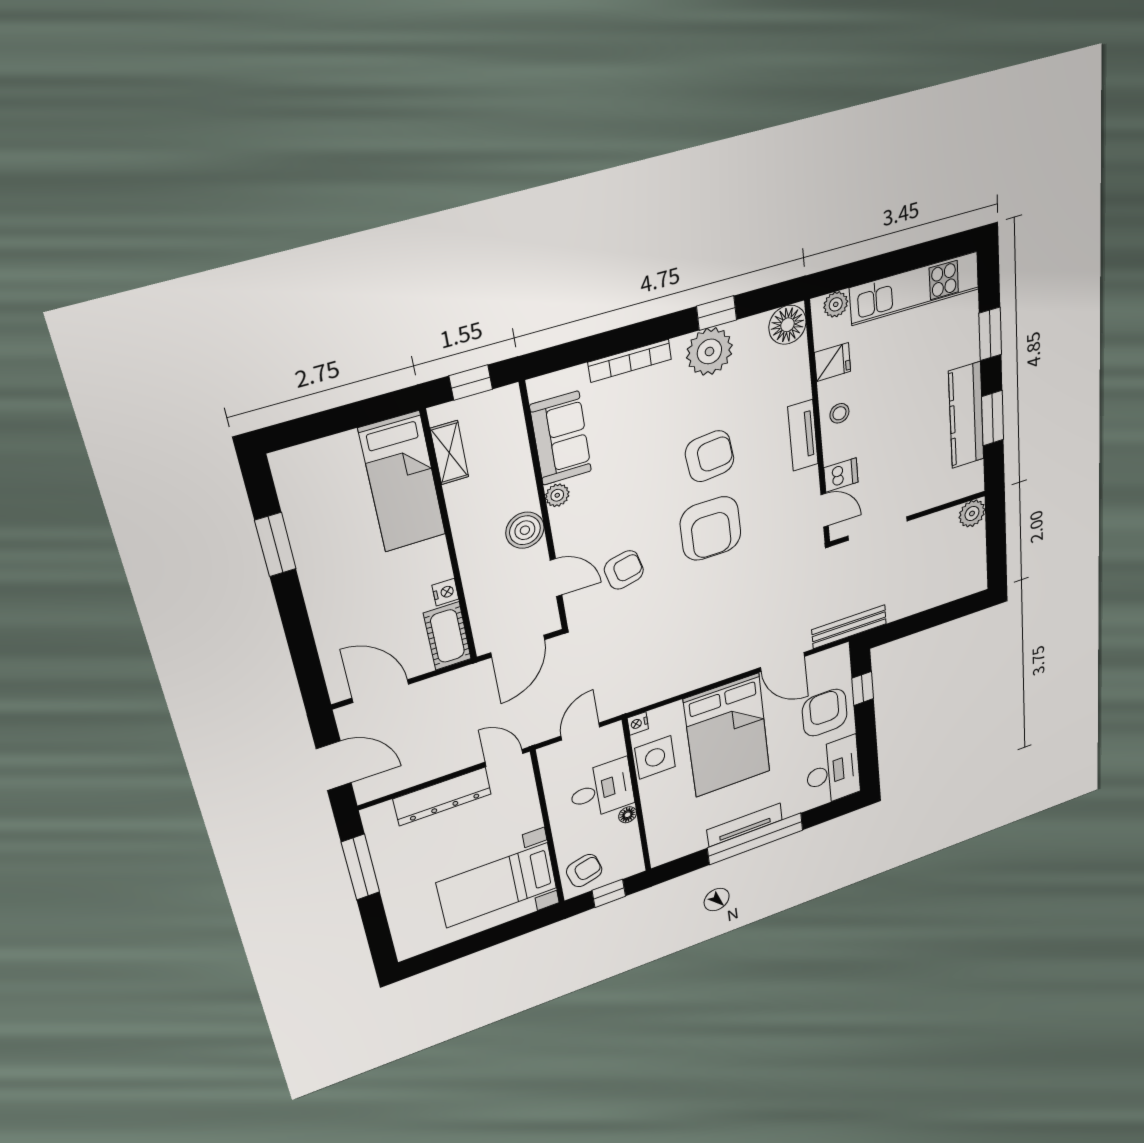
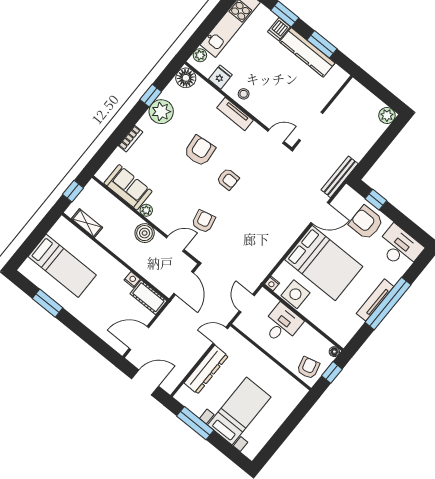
bookcase: (630, 361) -> (130, 139), width x0.64
dishwasher: (841, 475) -> (279, 29), moved, turned 180
bed: (402, 482) -> (62, 266), moved
plant: (972, 513) -> (387, 115), moved
armchair: (711, 529) -> (228, 179), width x0.53, depth x0.53
floor lamp: (628, 815) -> (334, 352), moved
bed with nightstands: (497, 885) -> (239, 411), moved, turned 180

